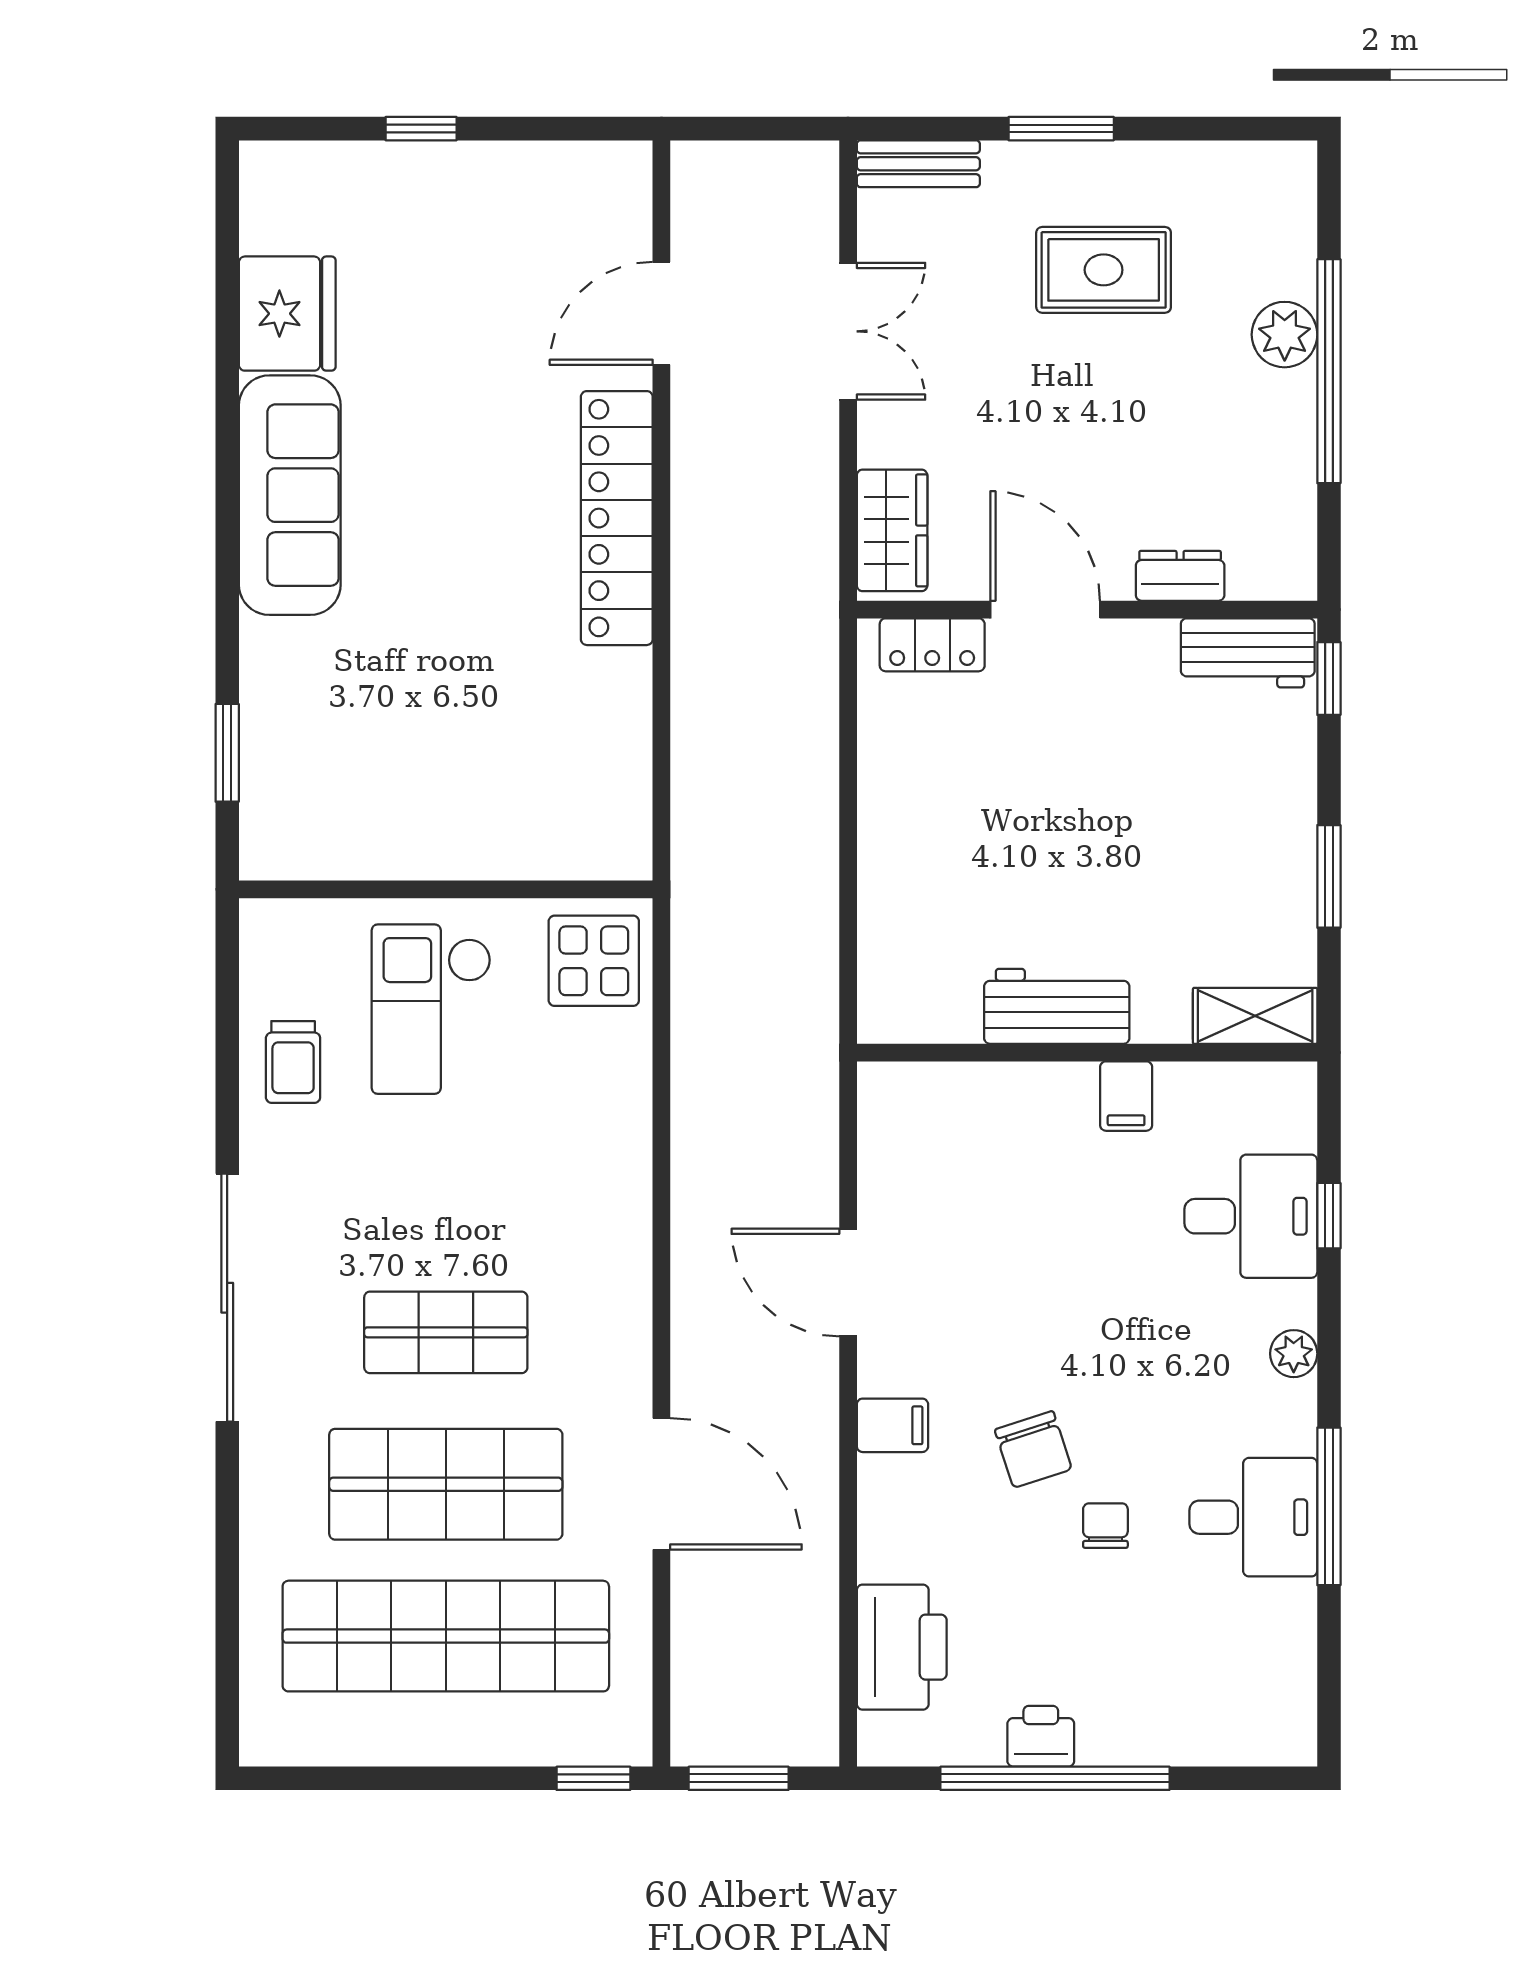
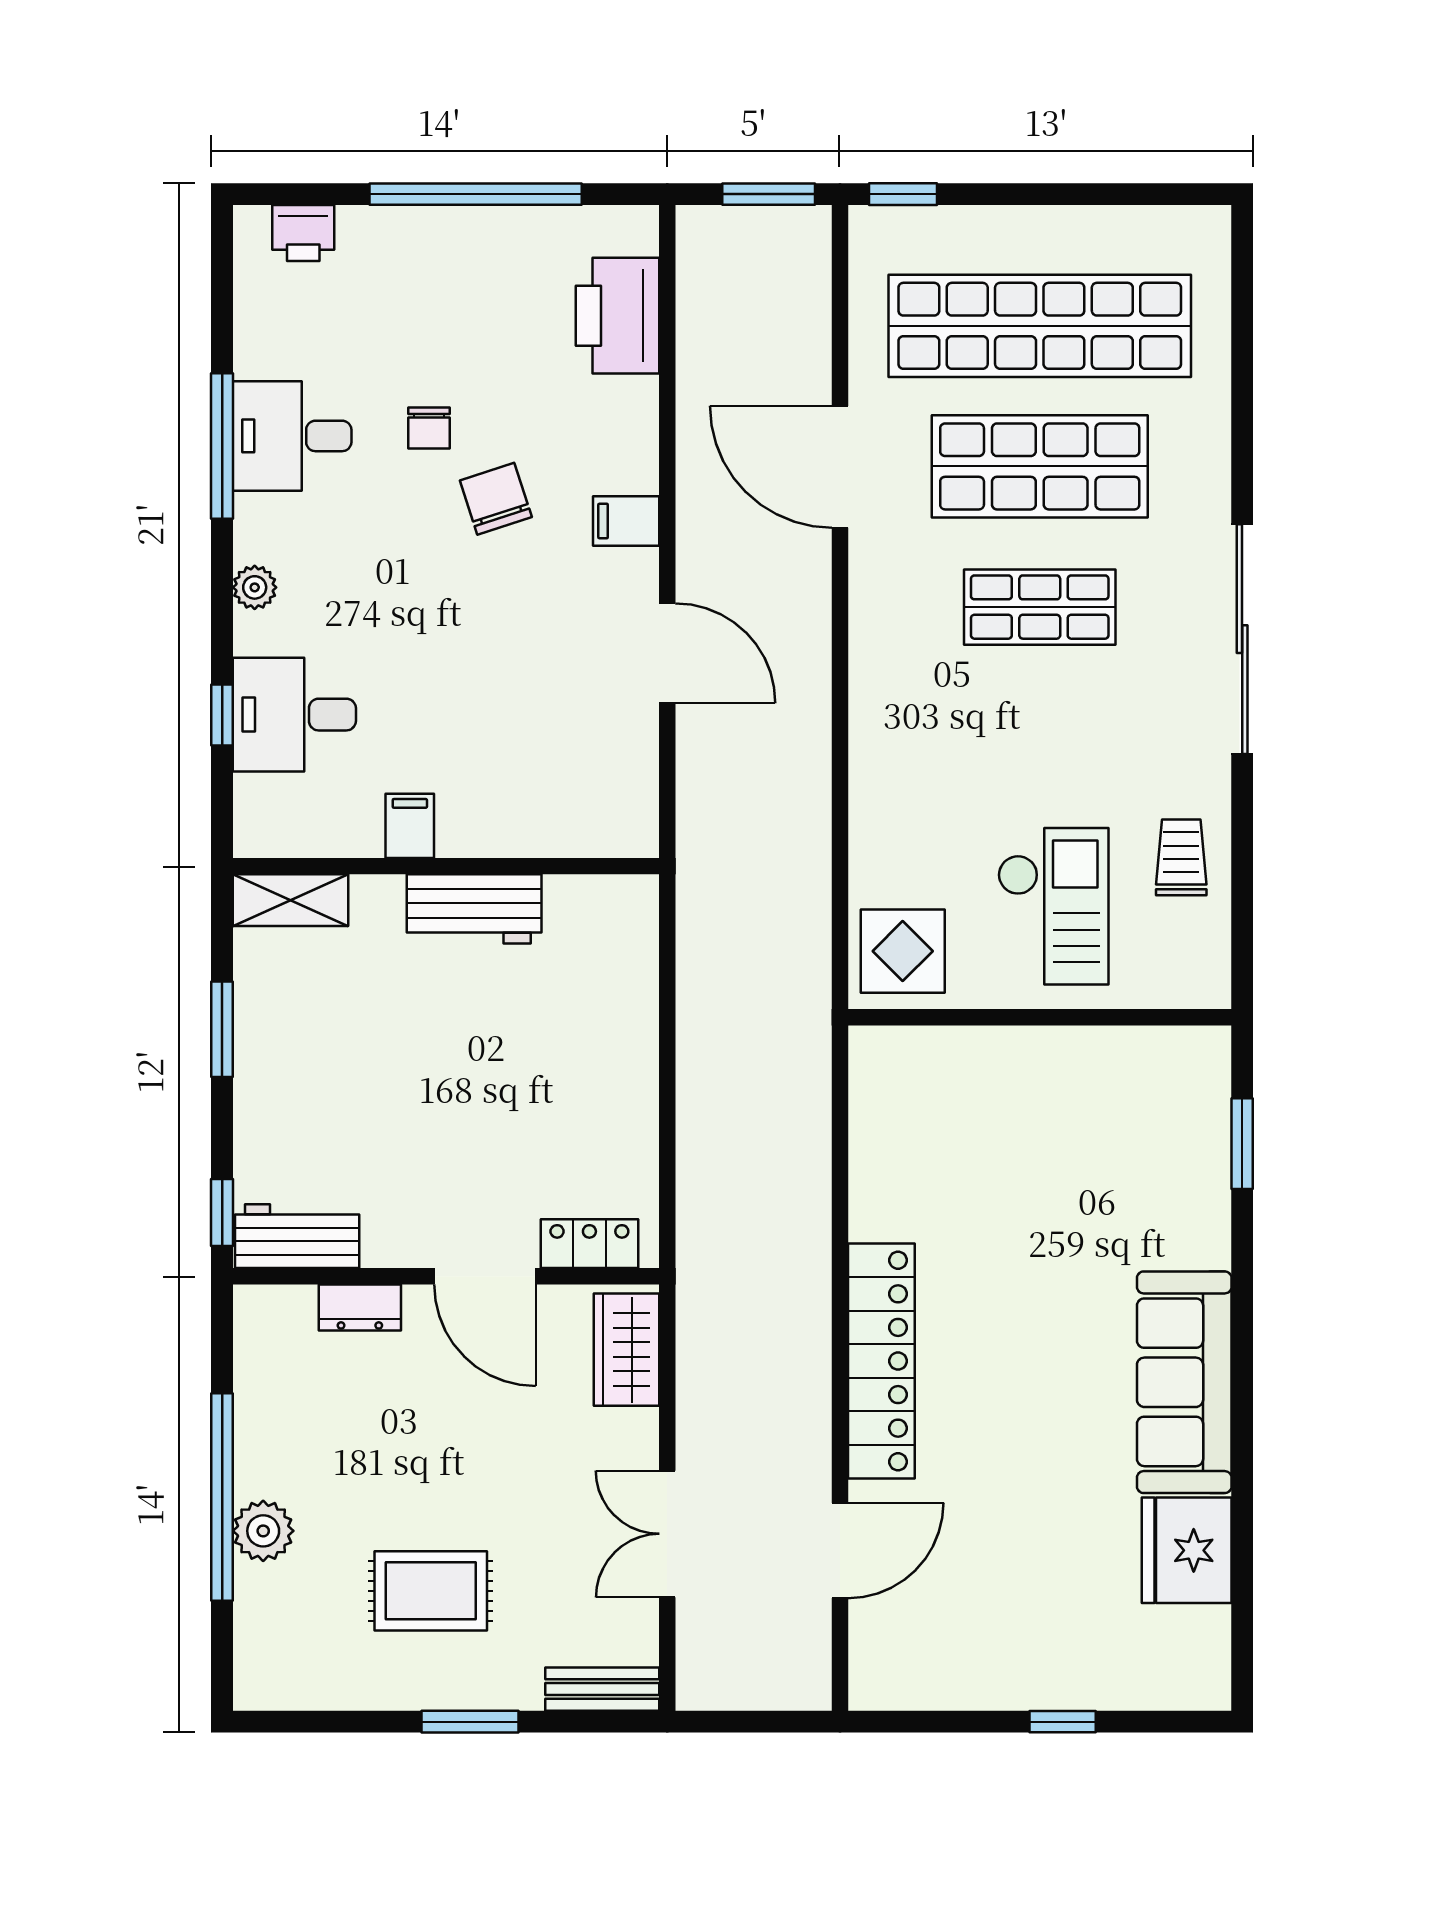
printer: (1041, 1736) -> (303, 233), moved

